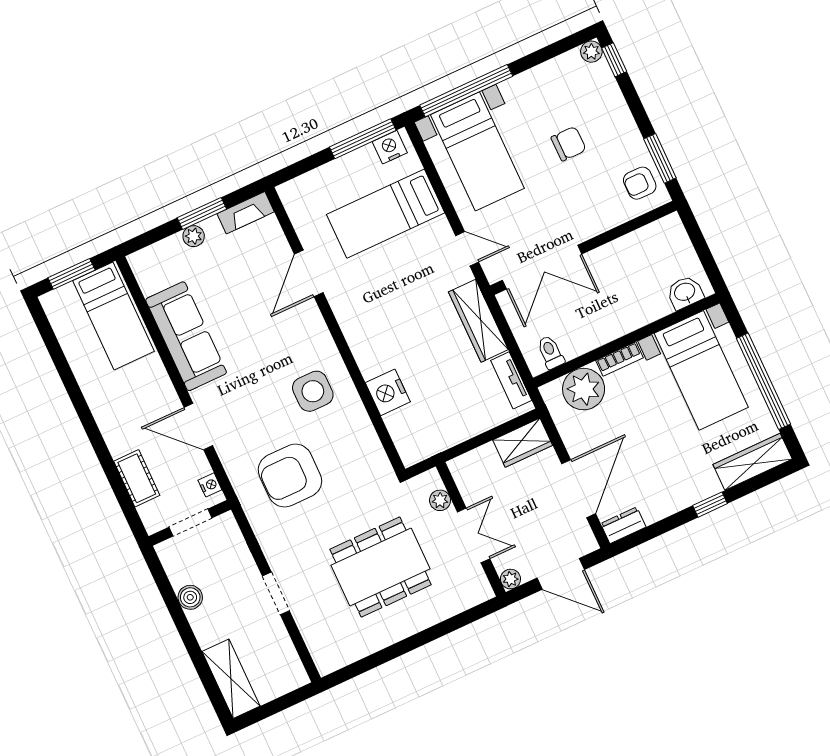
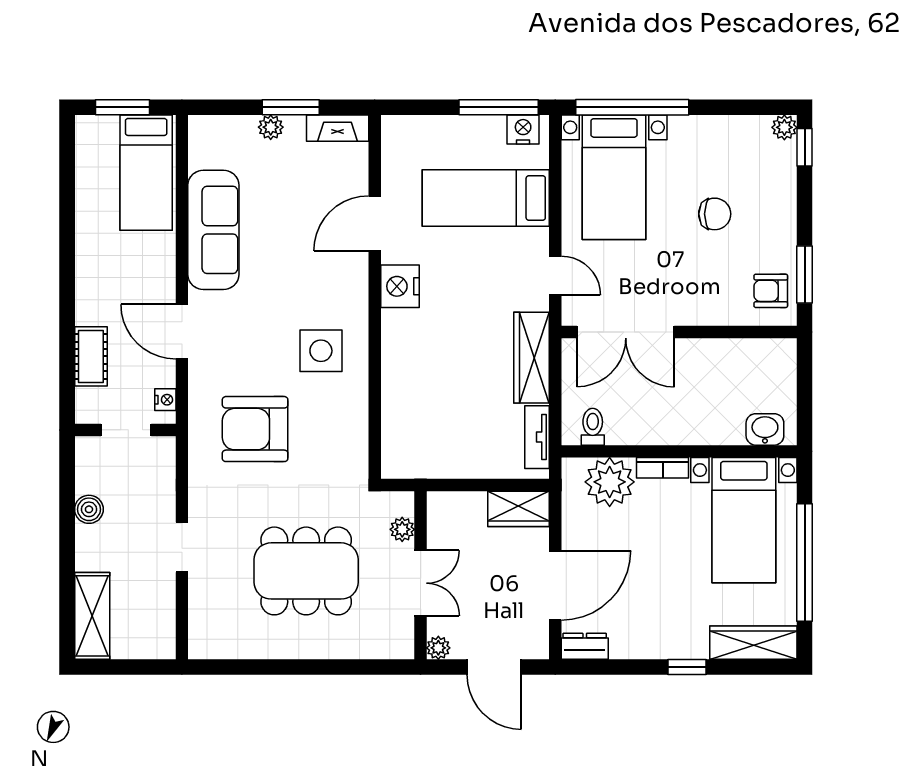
nightstand: (388, 392) -> (400, 286), moved

